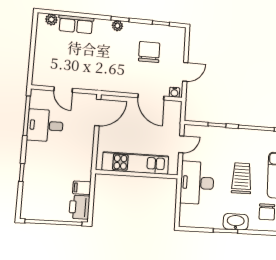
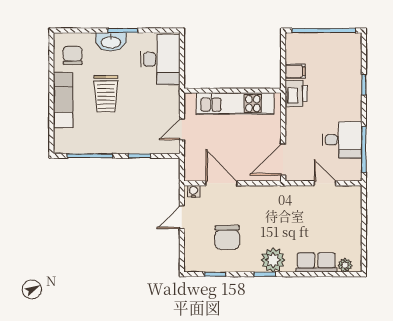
plant: (117, 26) -> (273, 260), width x1.87, depth x1.87
desk: (197, 183) -> (160, 59), moved
printer: (79, 207) -> (296, 93), moved

